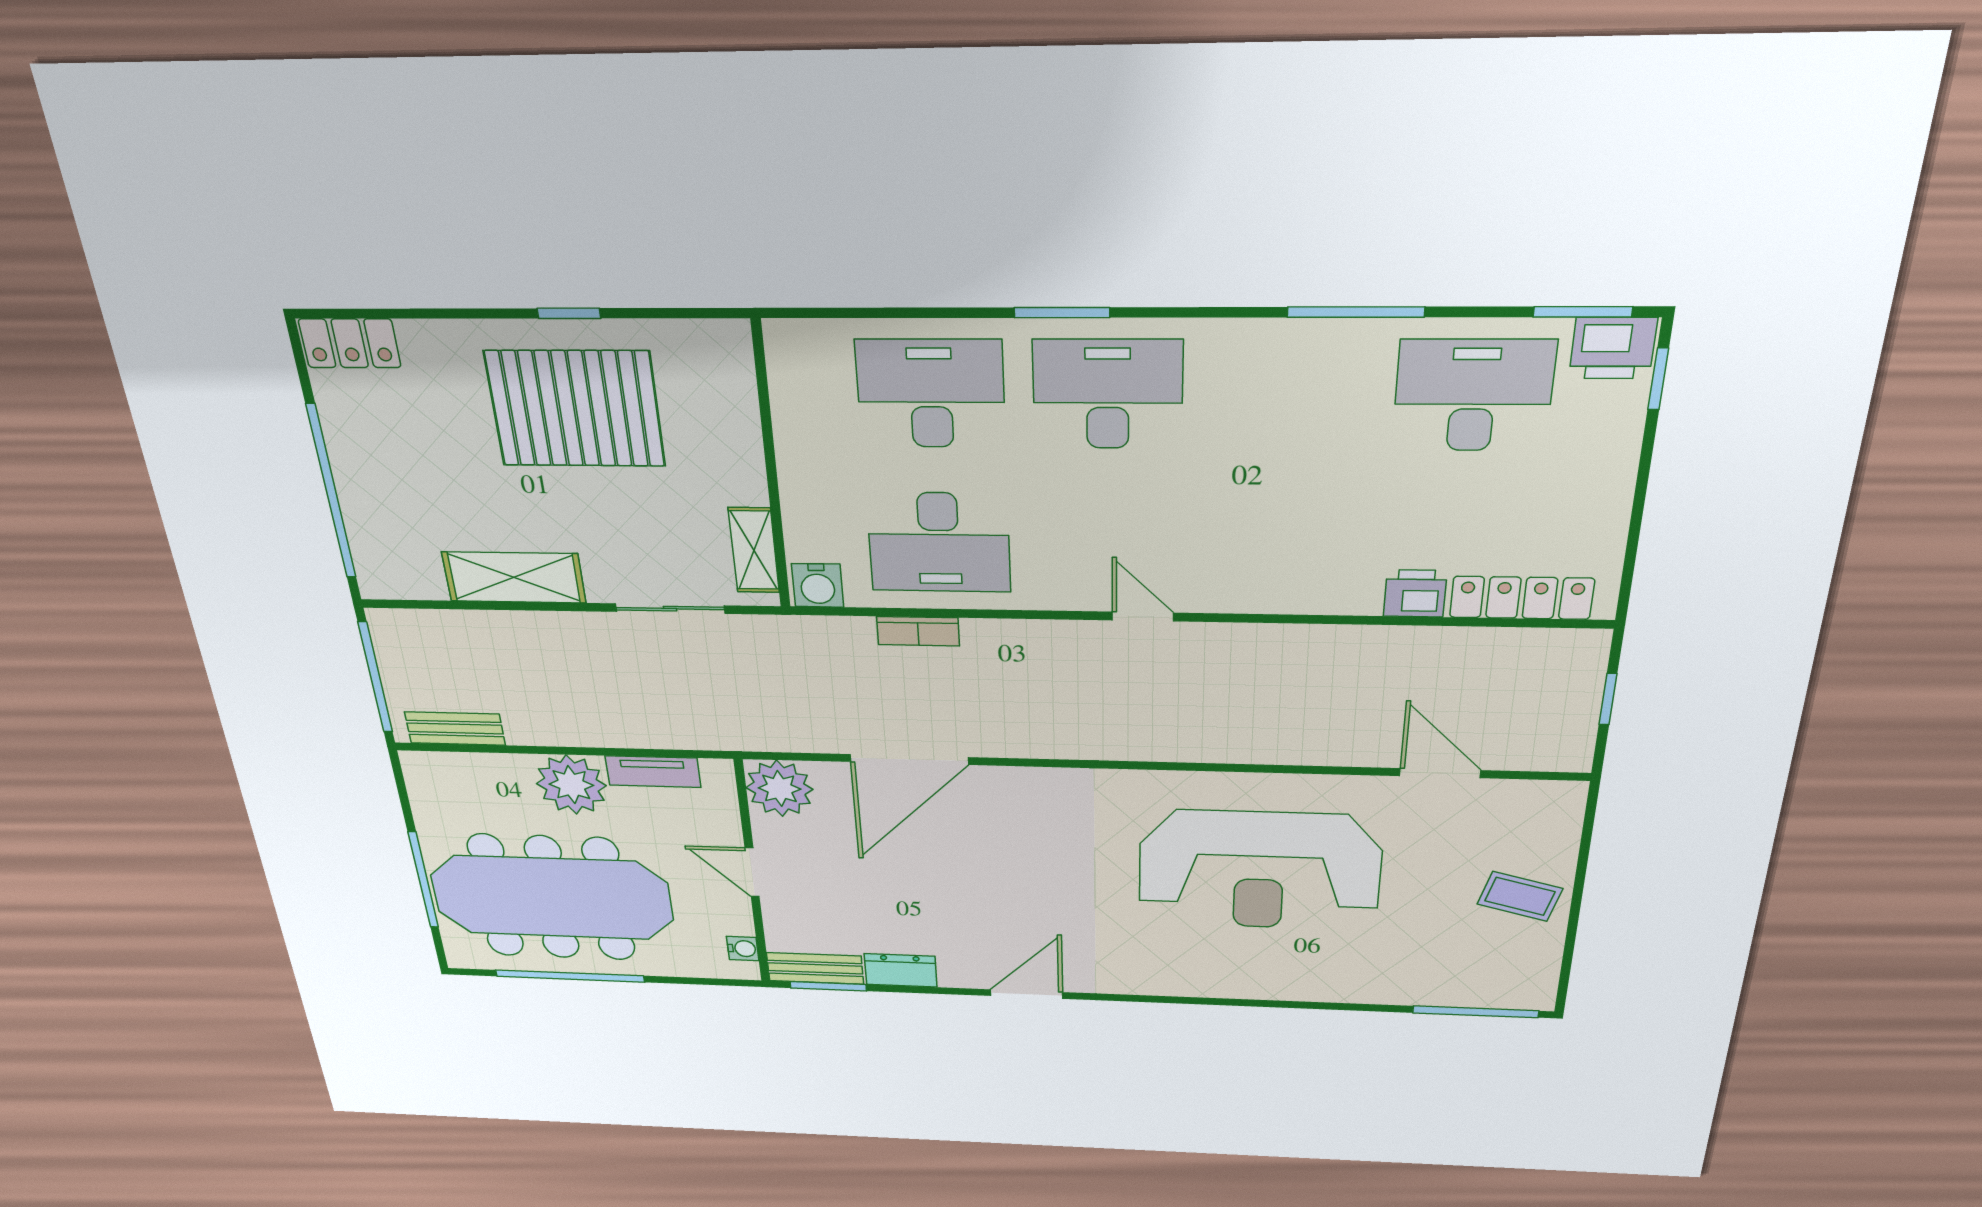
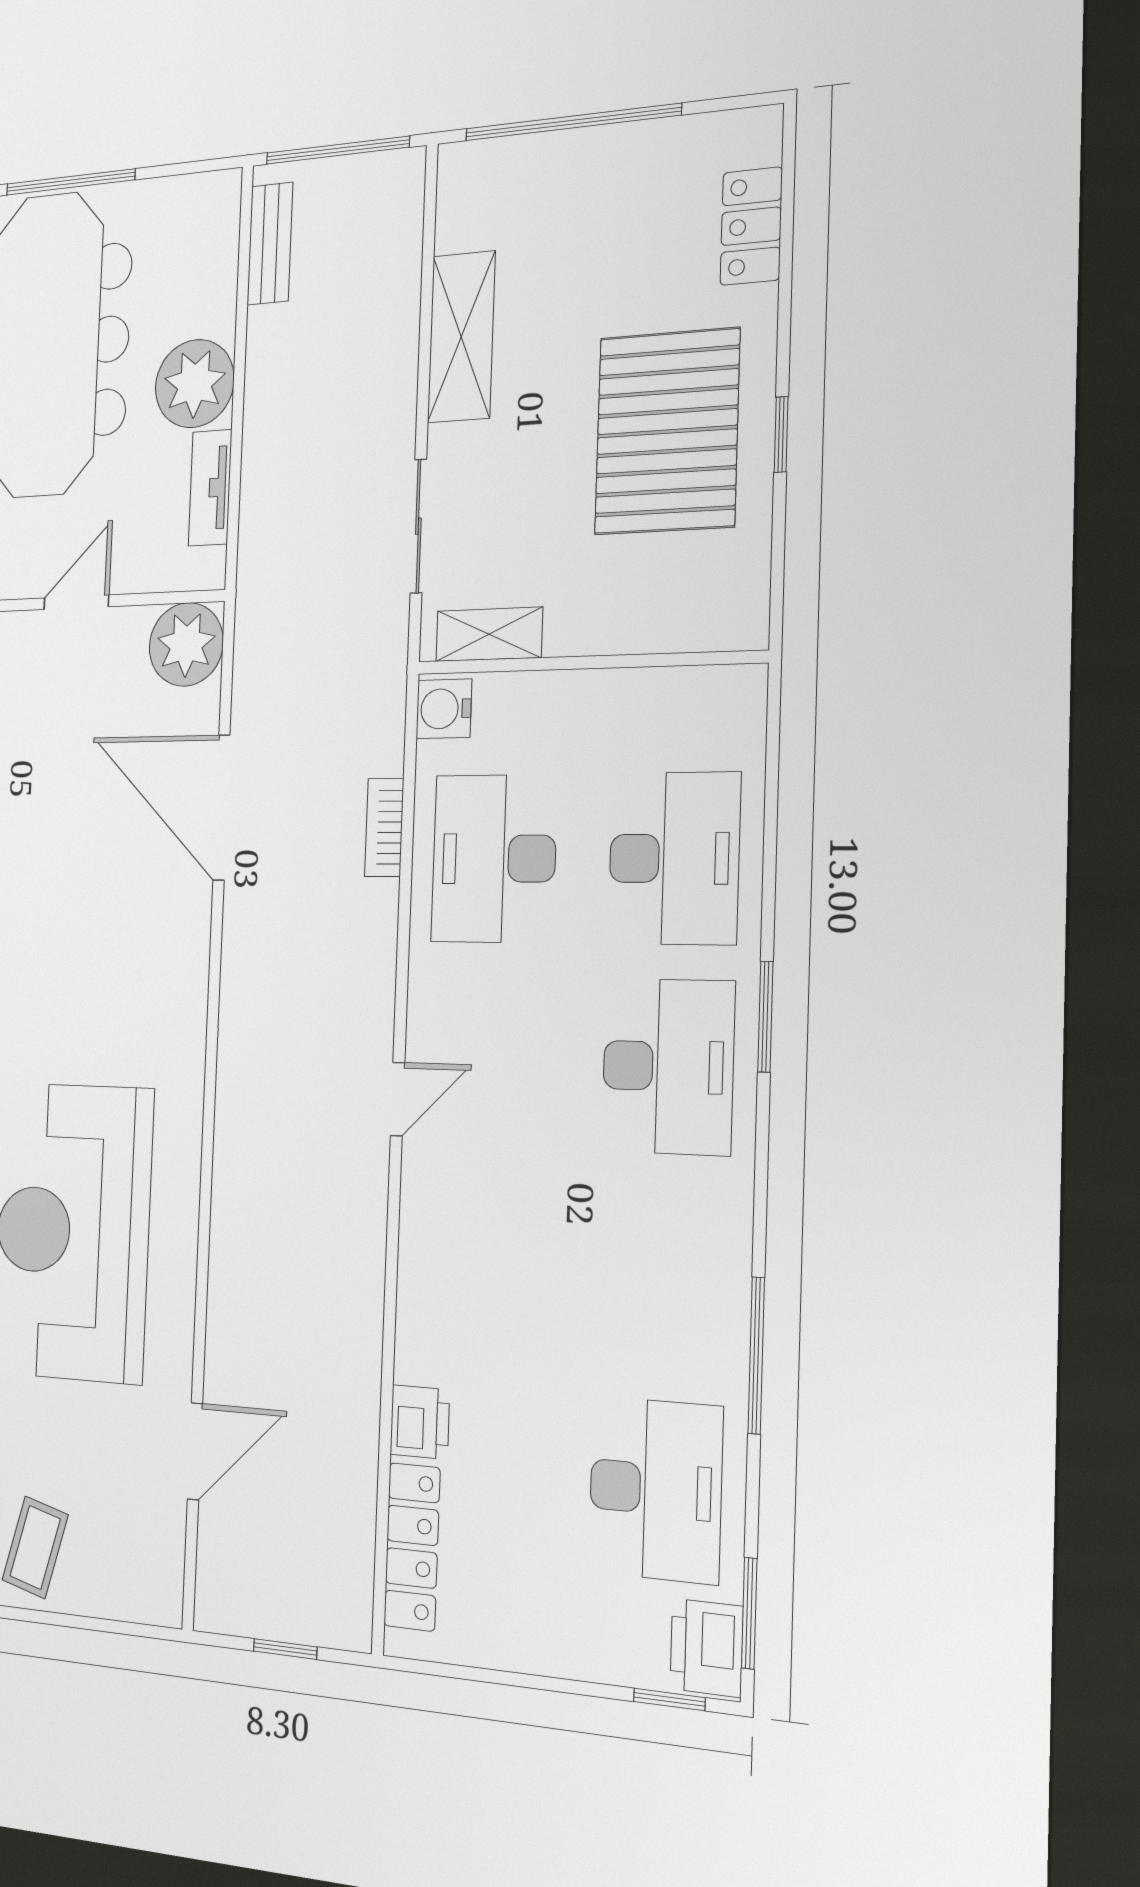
locker: (350, 343) -> (751, 226), moved

